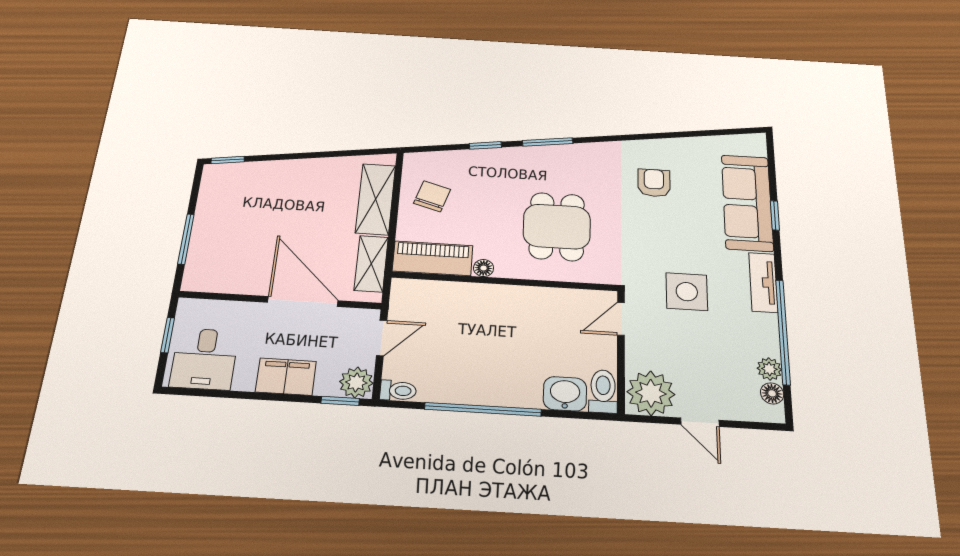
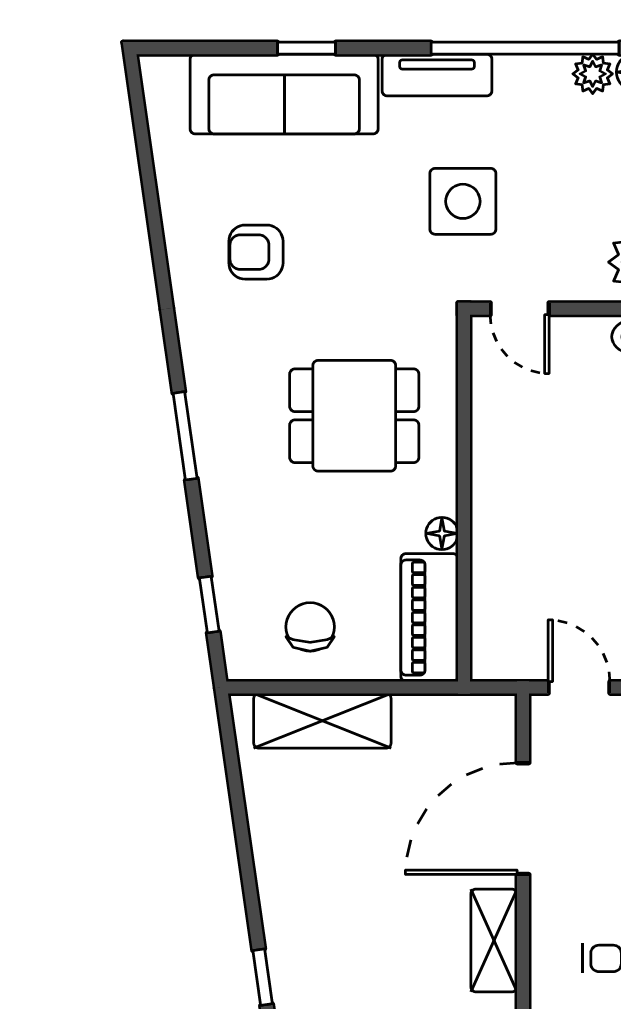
window: (485, 145) -> (209, 605), moved
chair: (432, 196) -> (310, 627), turned 73
shelving: (371, 264) -> (494, 940), moved, turned 90

